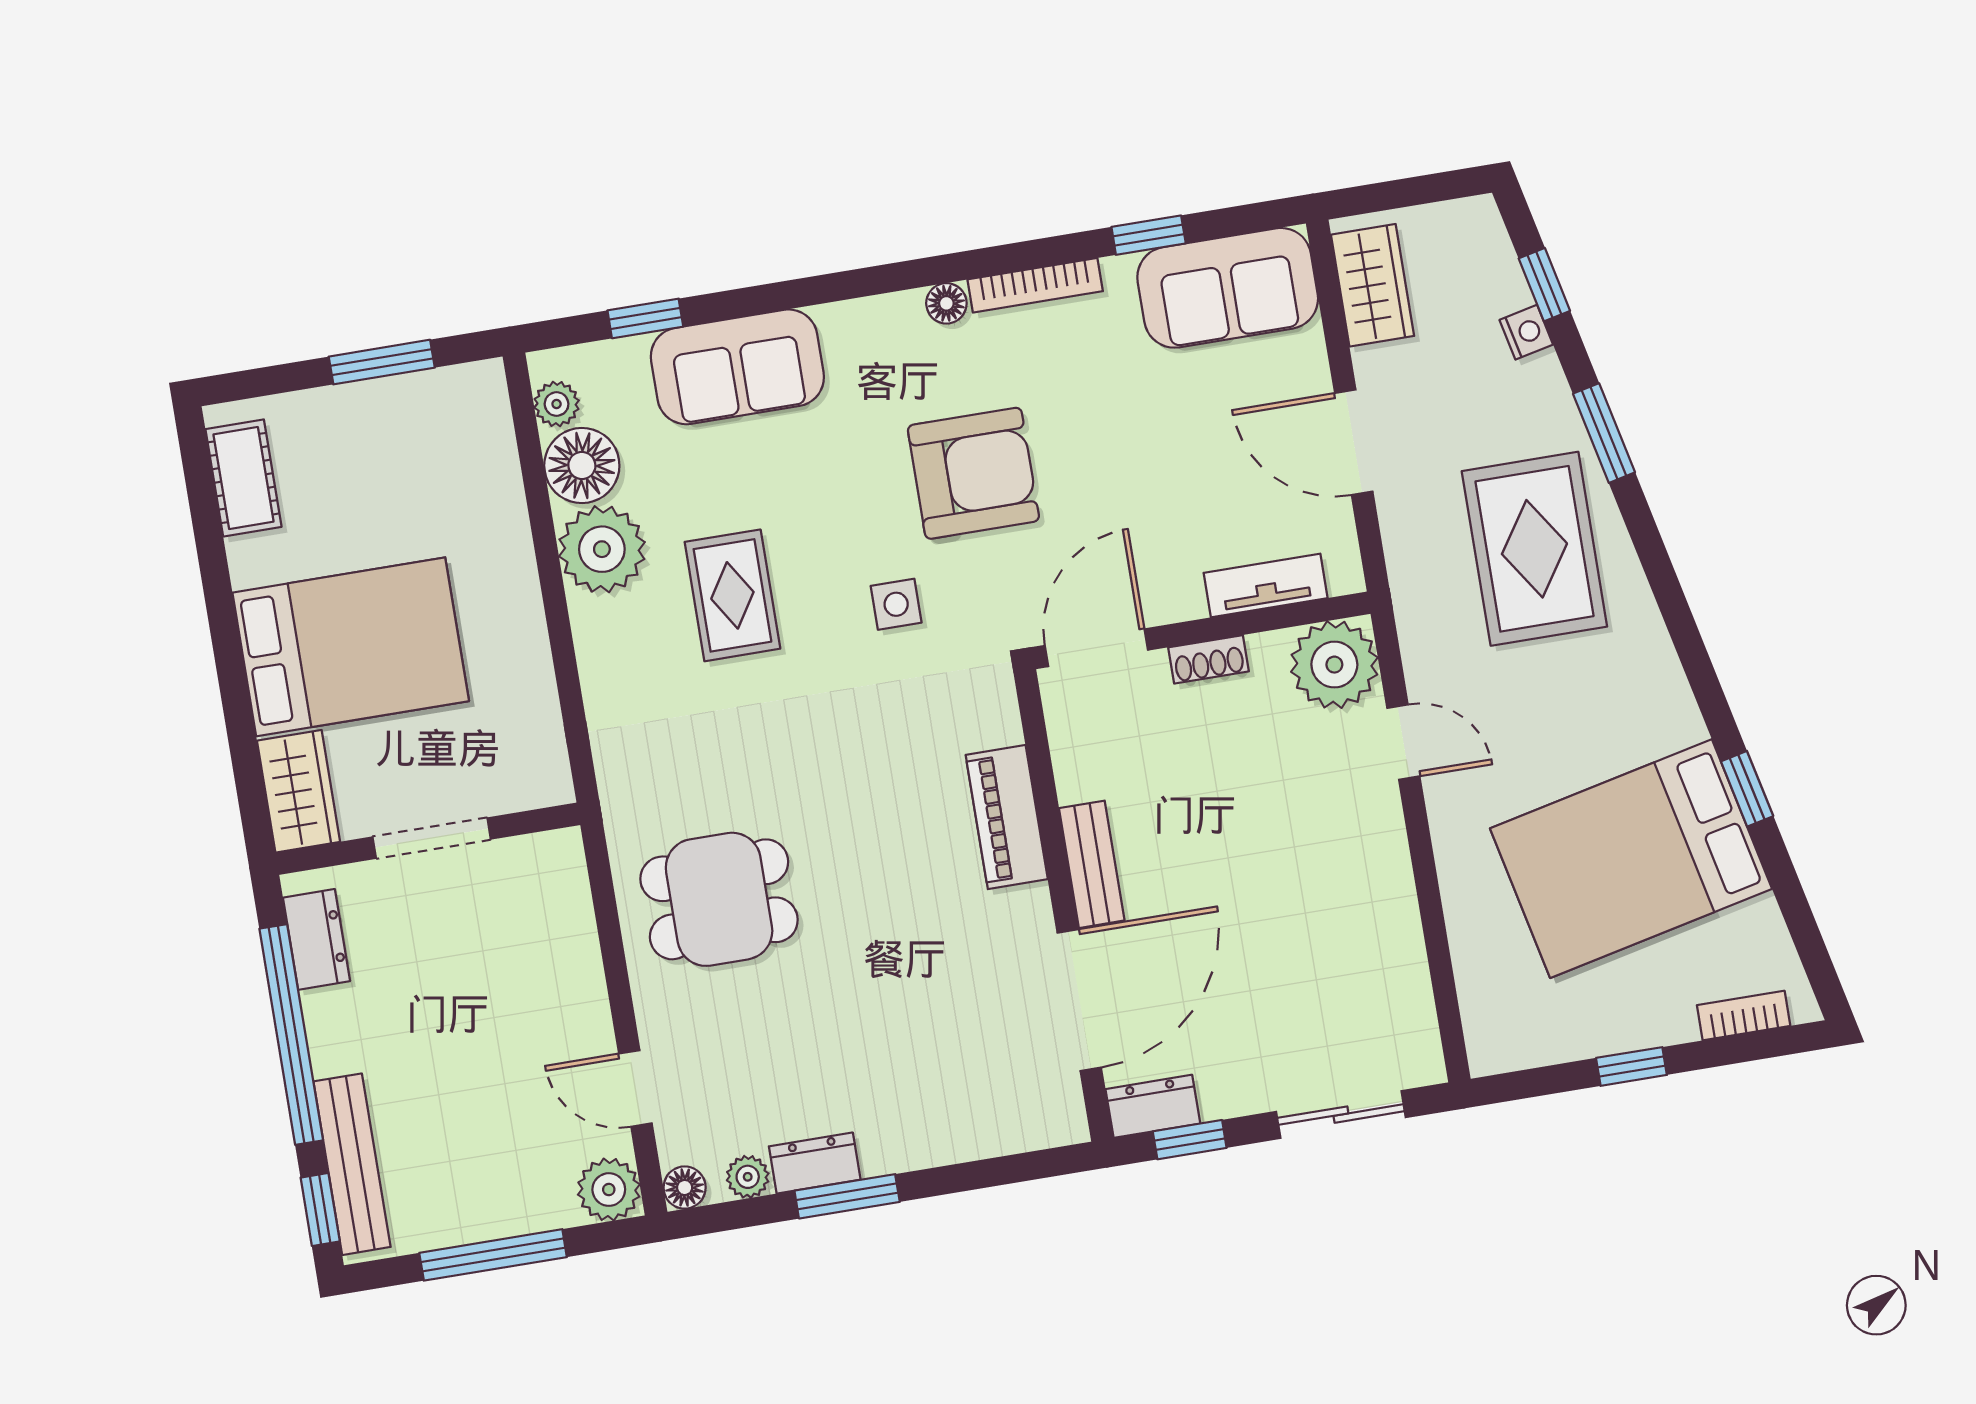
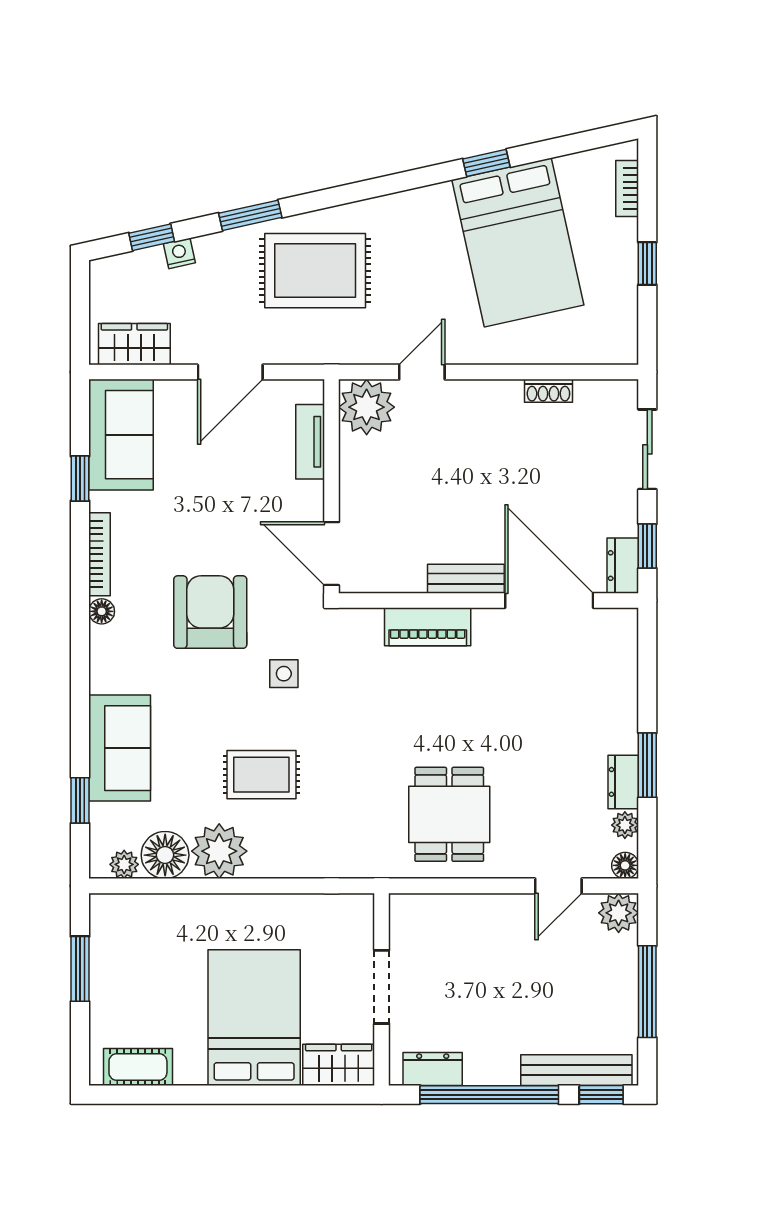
shoe rack: (1209, 659) -> (548, 391), moved, turned 90

